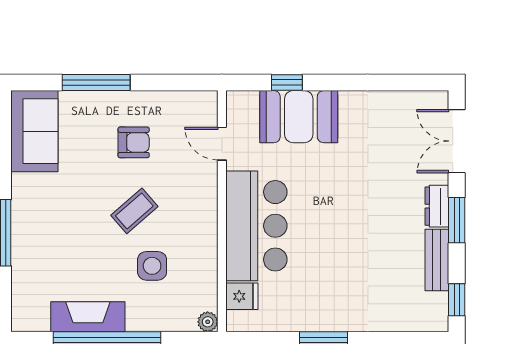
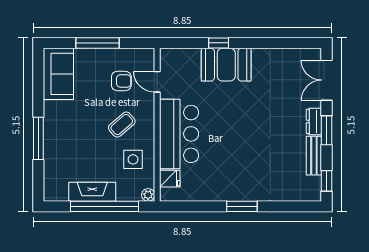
door: (222, 144) -> (157, 82), moved
wall: (222, 211) -> (157, 125), moved
bar counter: (256, 226) -> (179, 134), moved
fridge: (242, 296) -> (170, 179), moved
plant: (208, 322) -> (148, 195), moved

